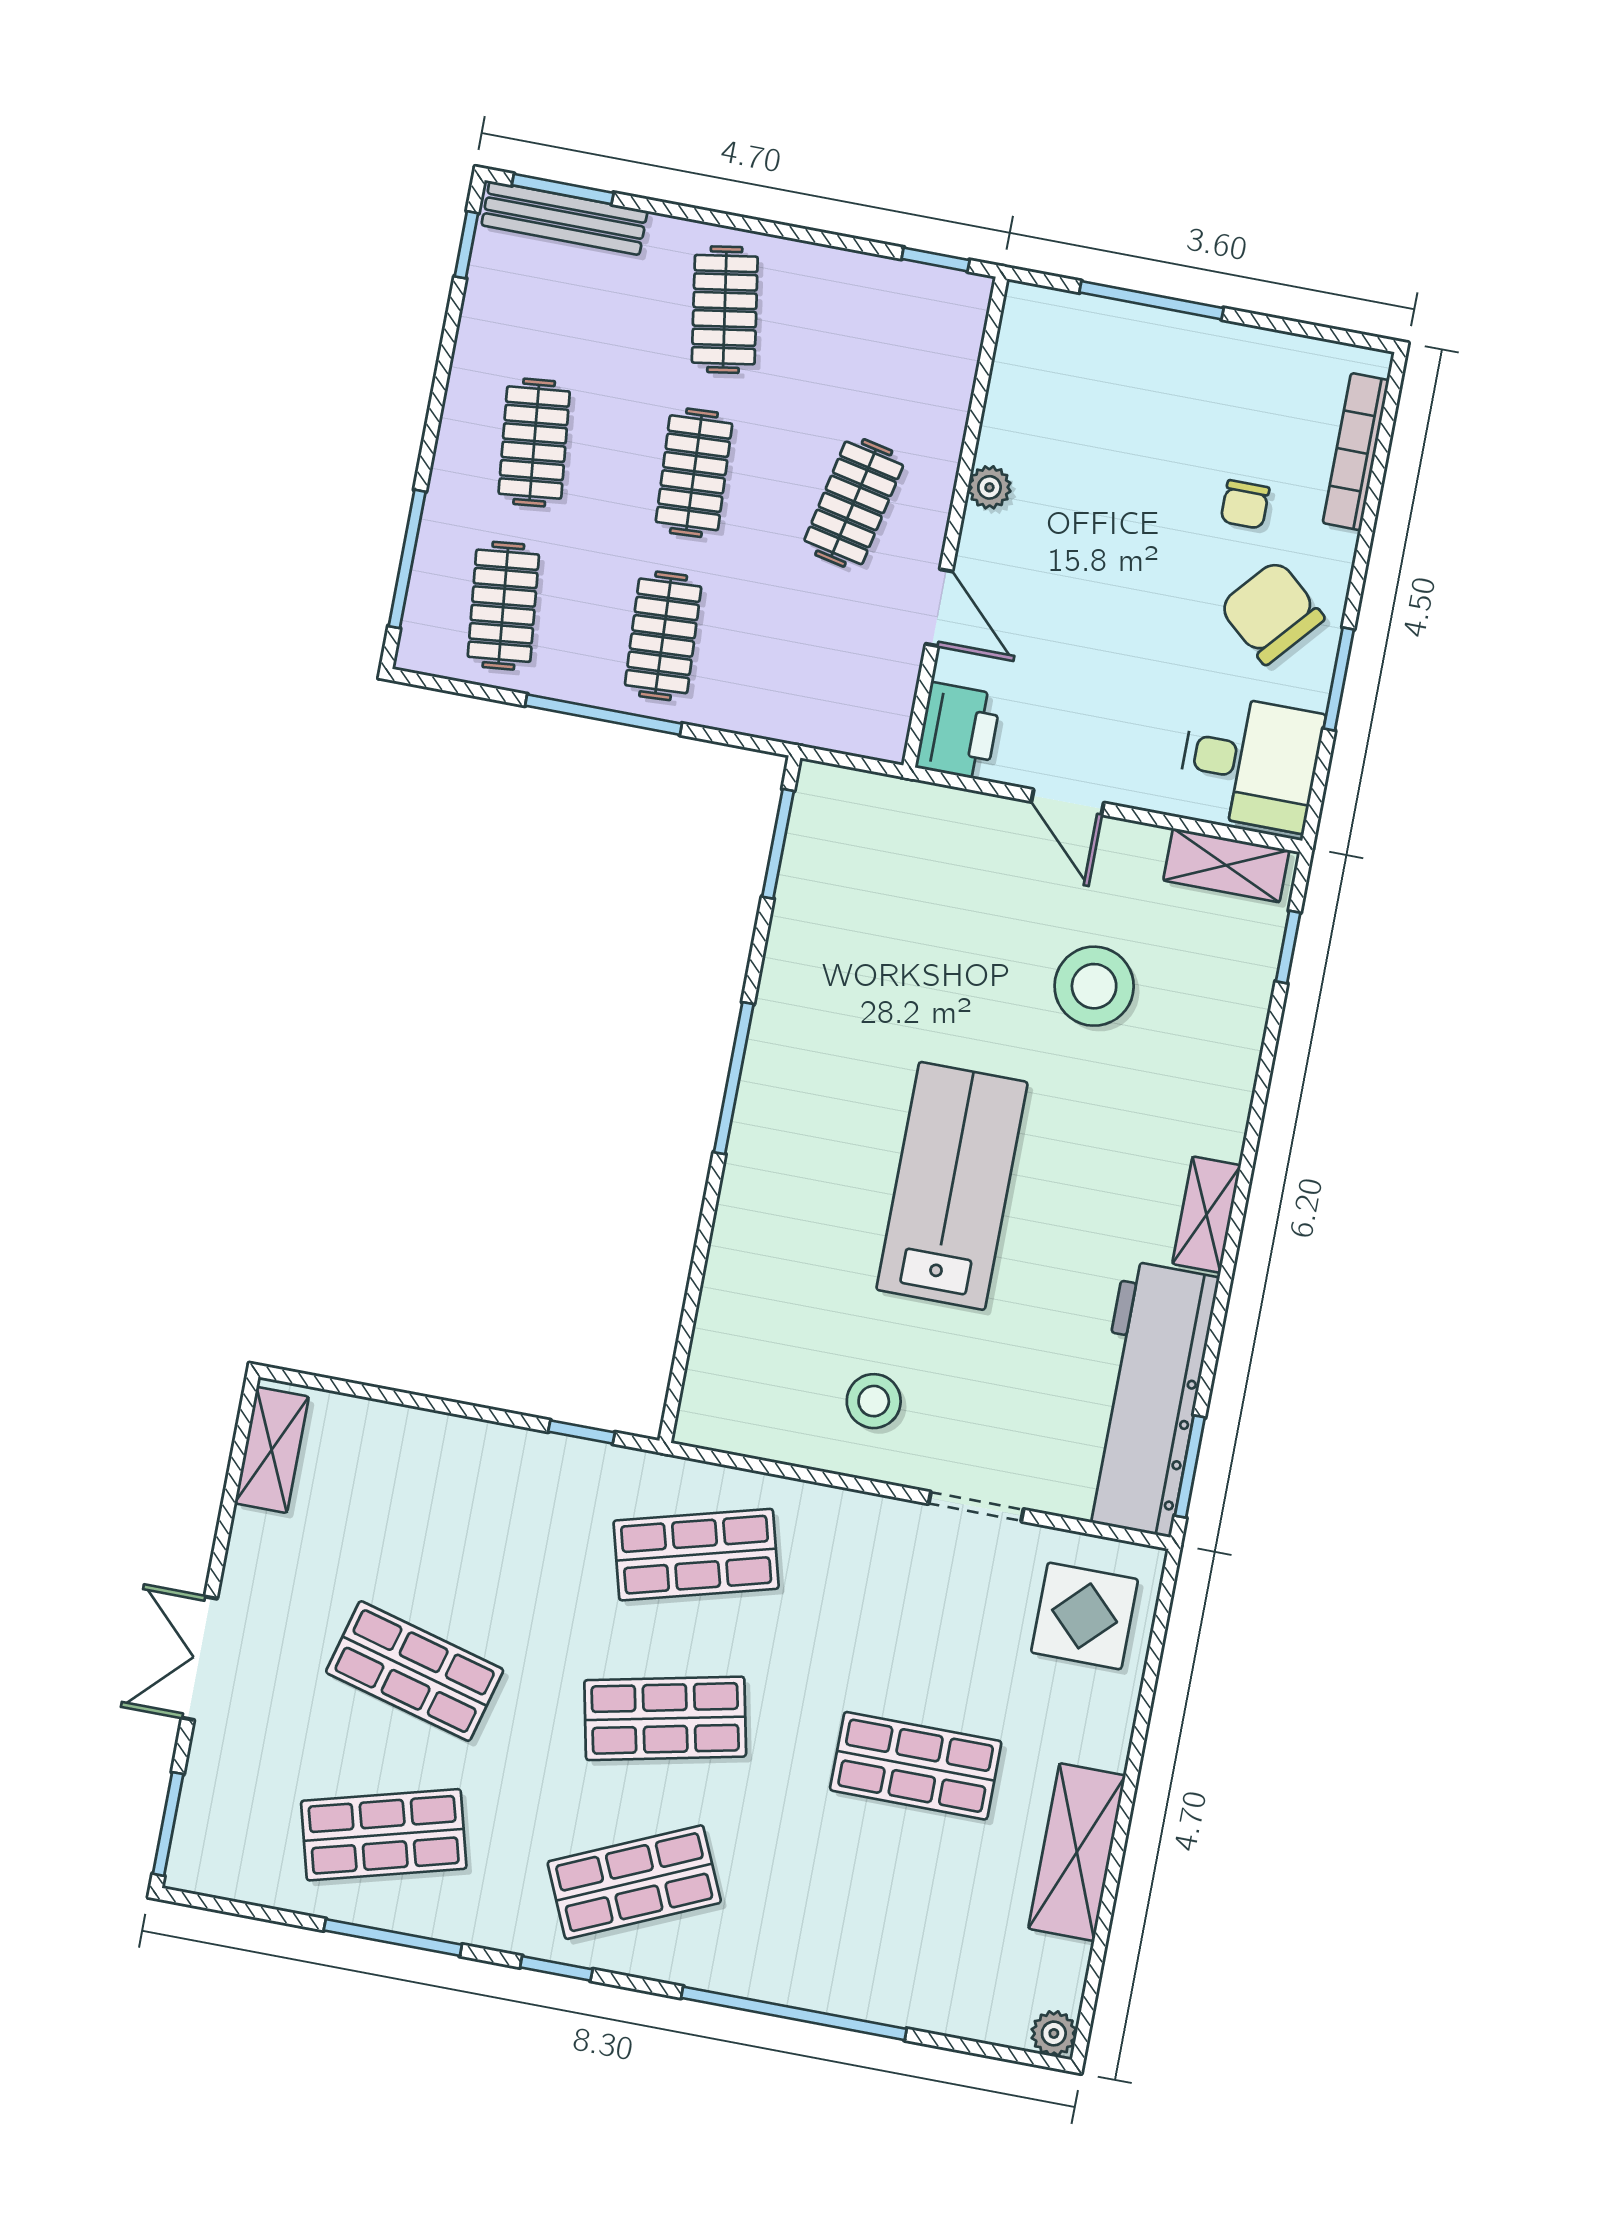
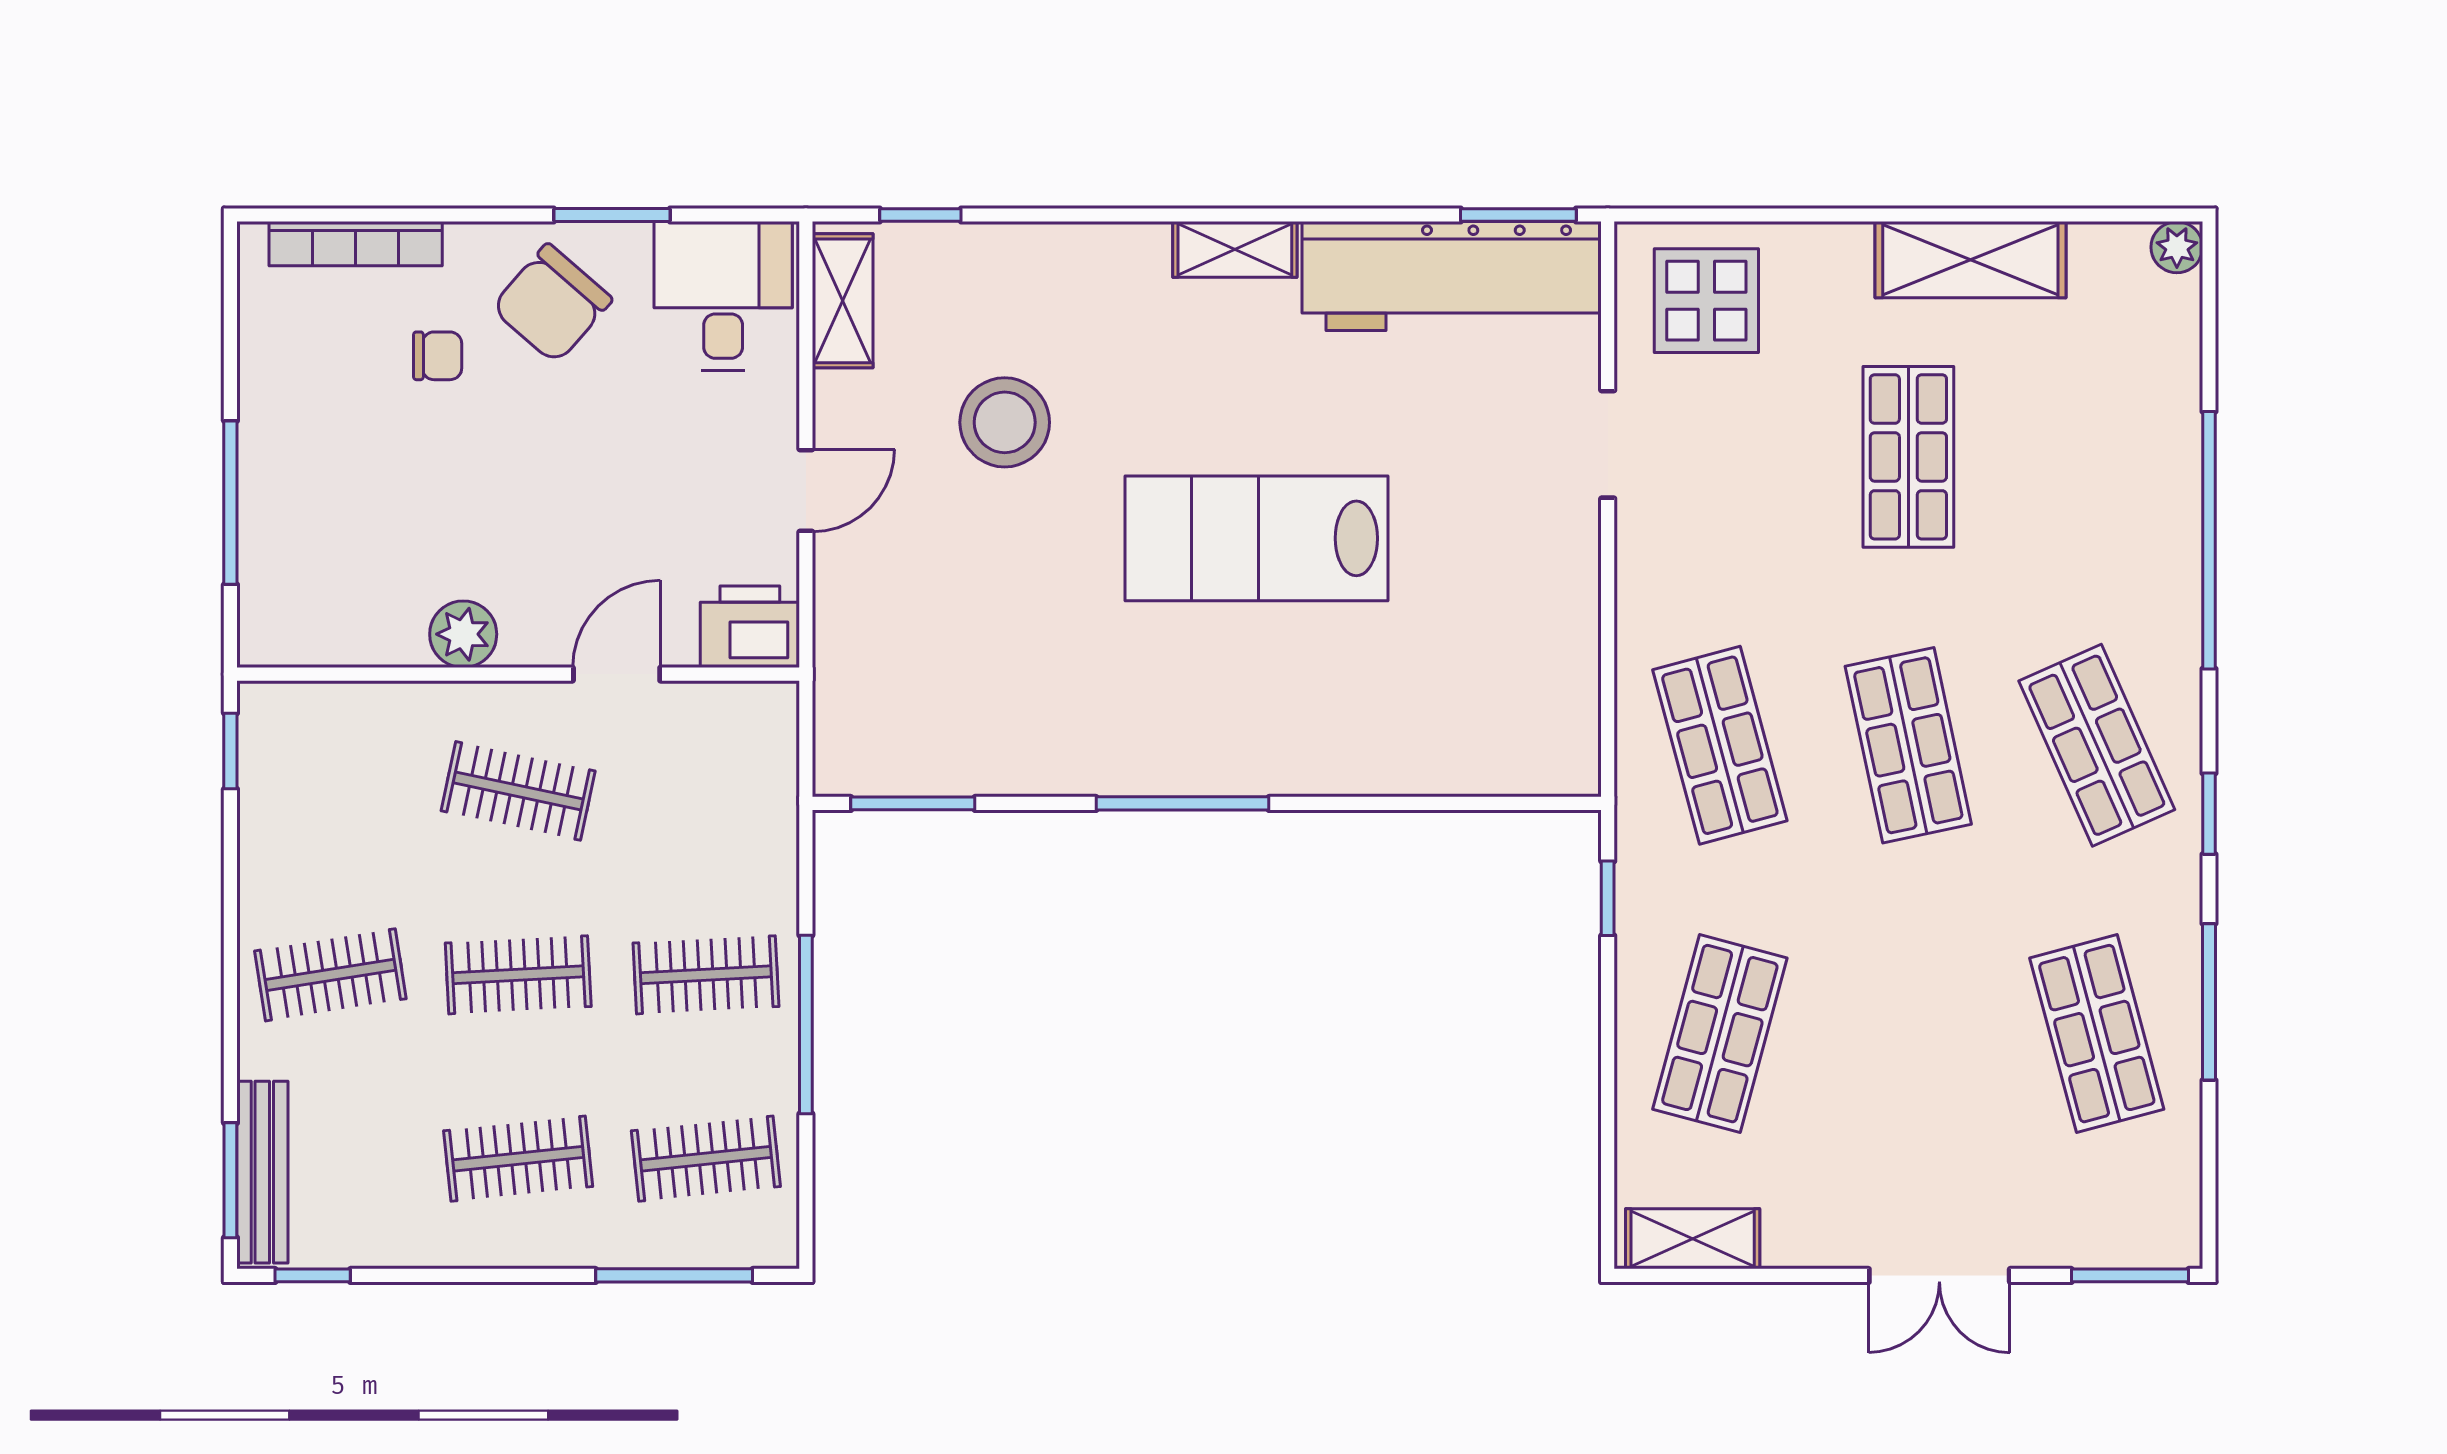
plant: (989, 487) -> (463, 634), width x1.38, depth x1.38
stool: (874, 1401) -> (1512, 580), removed
shop shelf: (415, 1671) -> (1720, 1034), moved

